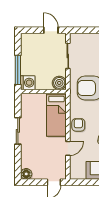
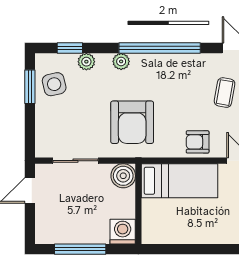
window: (18, 70) -> (80, 249), moved
sliding door: (18, 131) -> (208, 249), removed

